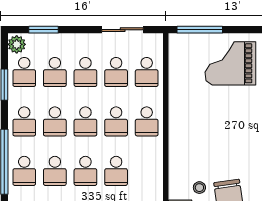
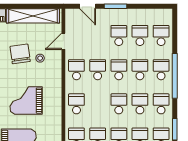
school desk: (116, 121) -> (76, 70), moved
grand piano: (220, 126) -> (26, 101), added

